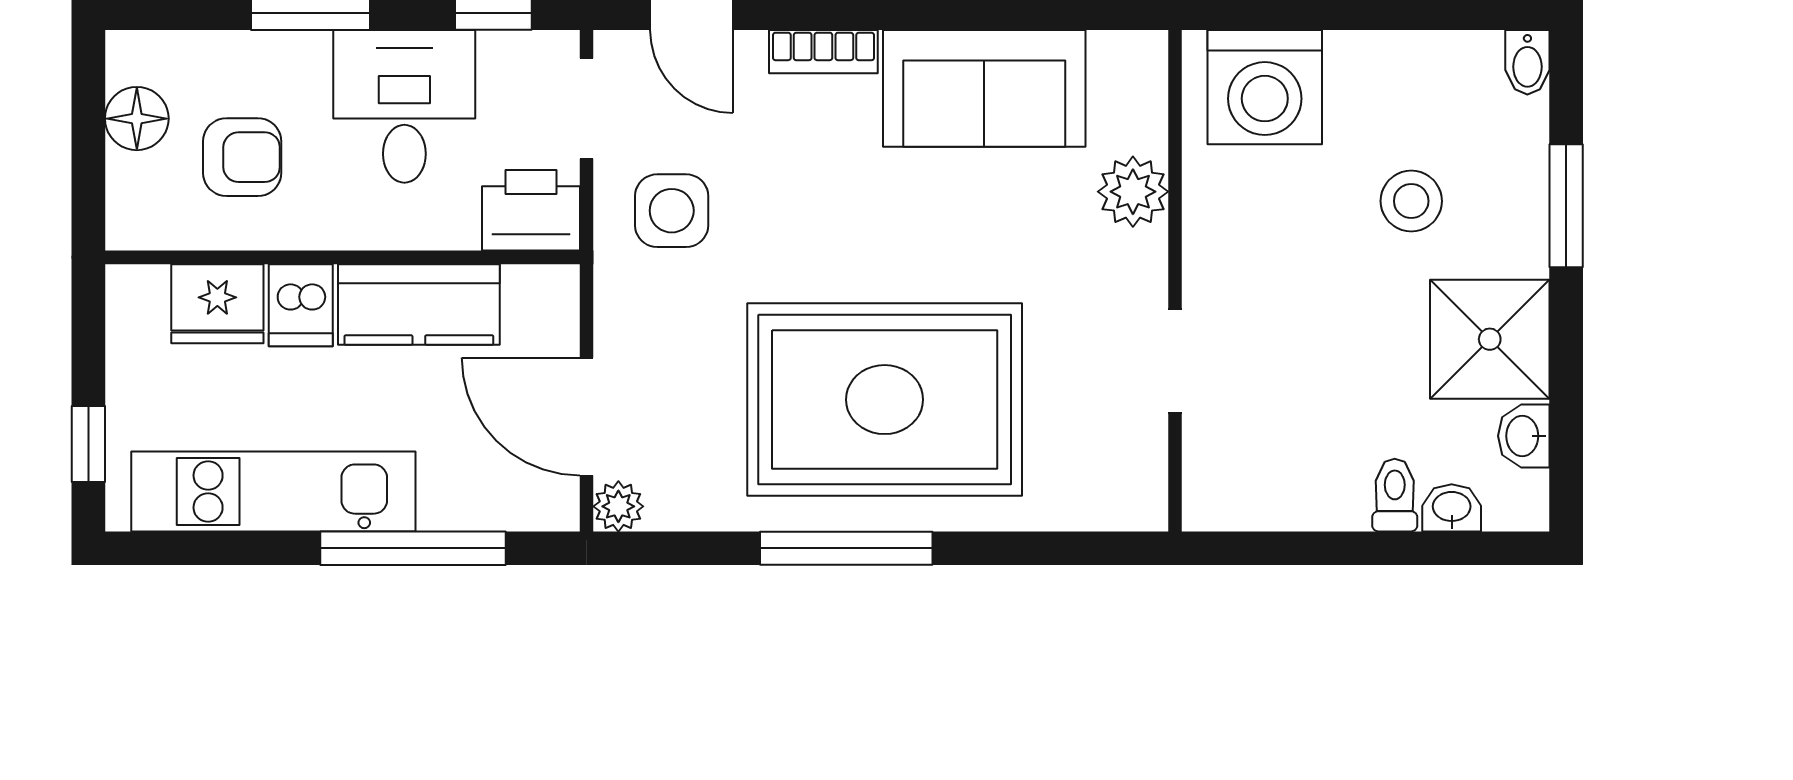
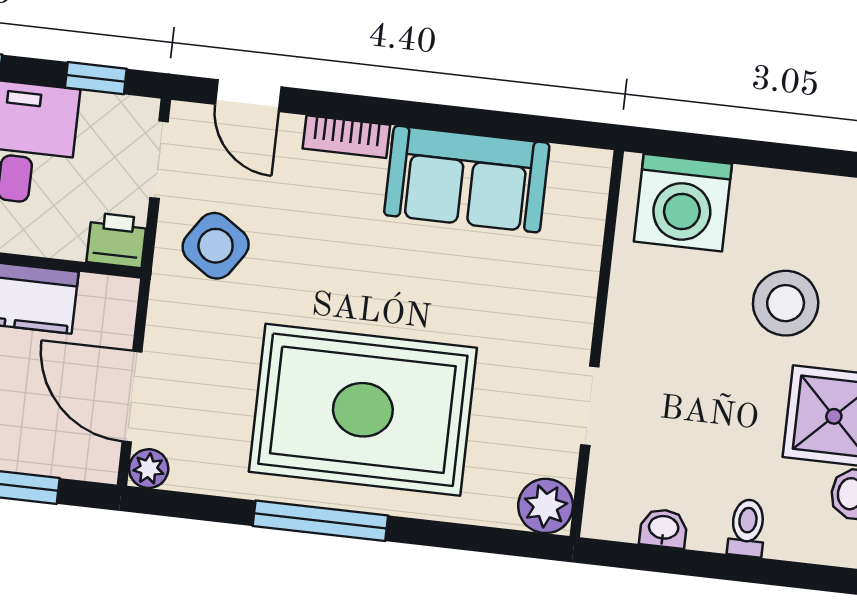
plant: (1133, 192) -> (546, 506), moved
stool: (1411, 201) -> (786, 303), width x1.38, depth x1.38
printer: (531, 210) -> (117, 240), width x0.73, depth x0.81
side table: (672, 211) -> (216, 246), turned 34
washbasin: (1452, 508) -> (663, 528), moved

